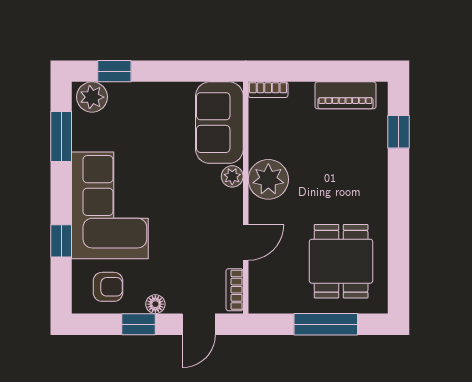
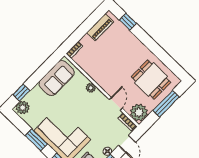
sofa: (219, 123) -> (57, 78), moved, turned -90
window: (61, 136) -> (36, 140), moved
plant: (268, 179) -> (139, 112), moved

